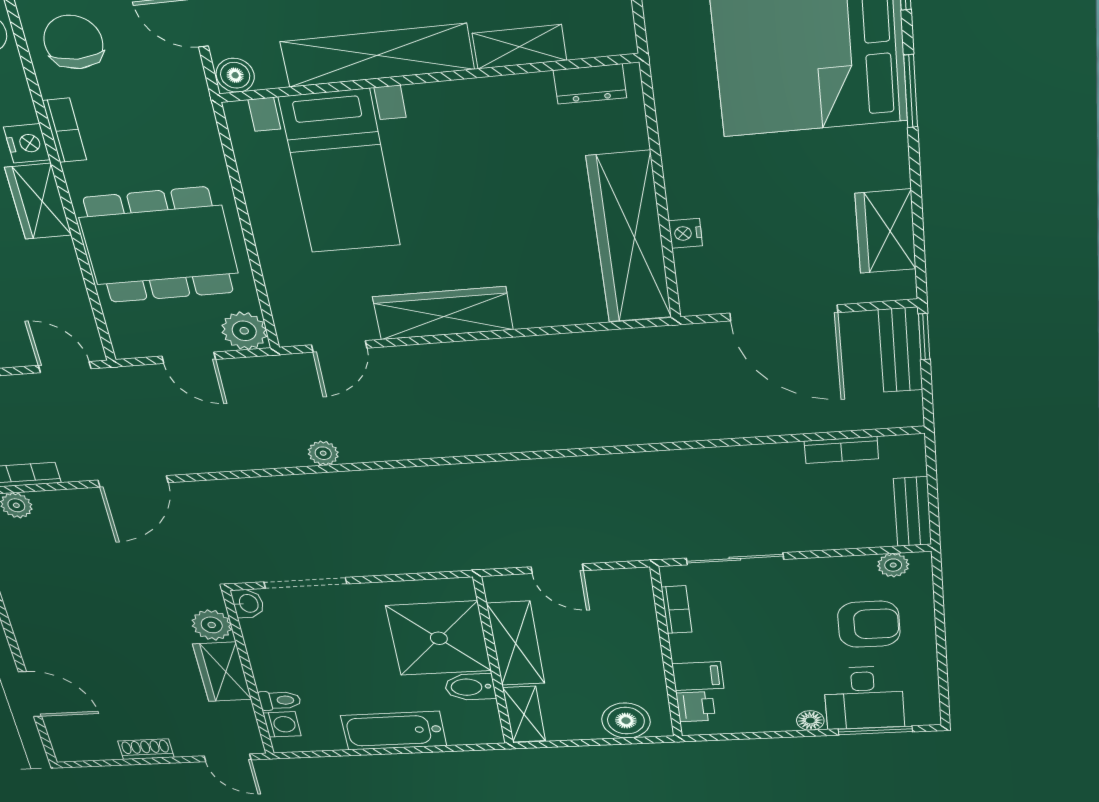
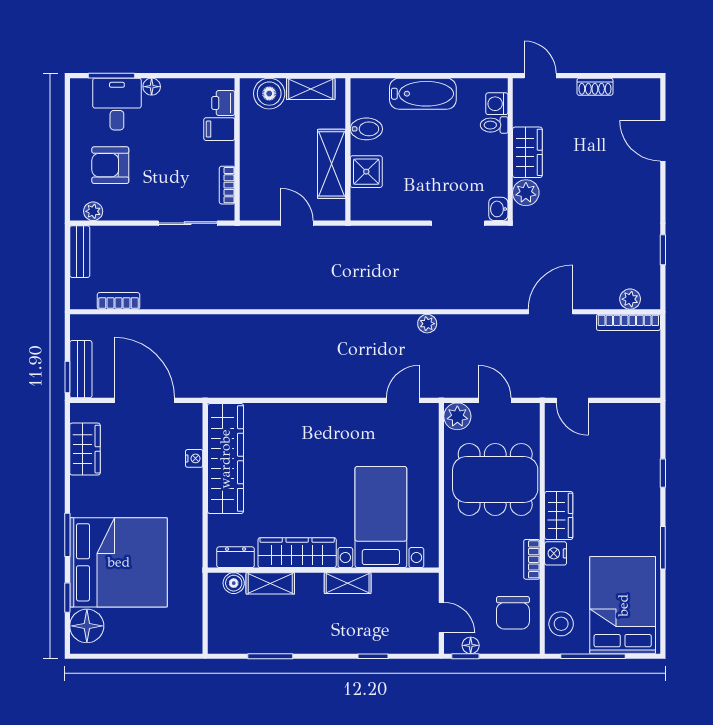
shelving: (377, 55) -> (348, 583), width x0.45, depth x0.75
boiler: (235, 75) -> (234, 583), moved
wardrobe: (443, 313) -> (297, 553), moved, turned 180
shower: (439, 638) -> (366, 172), width x0.54, depth x0.54
shelving: (524, 714) -> (311, 89), moved, turned 90

